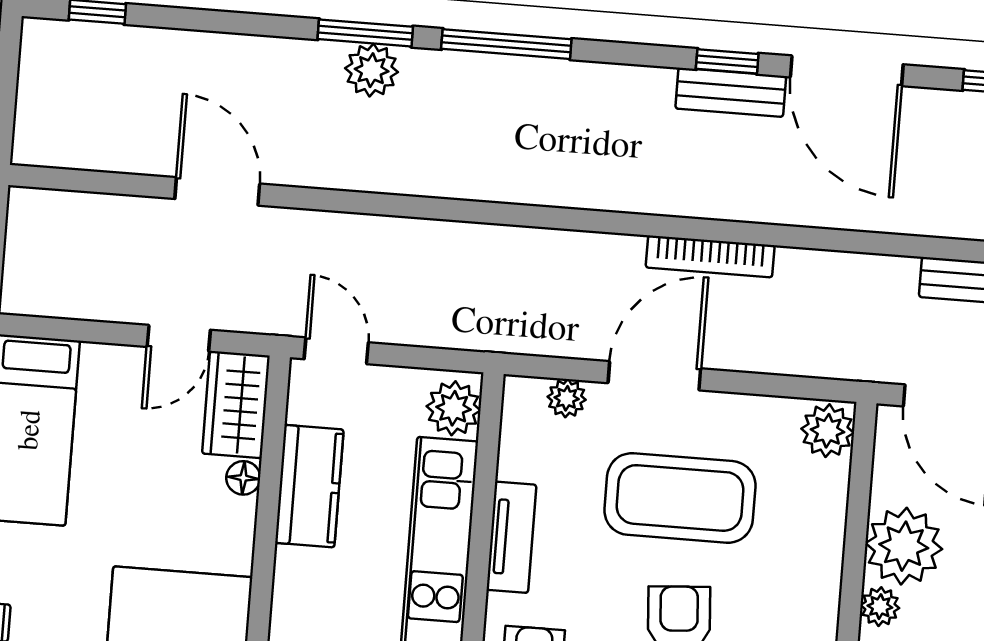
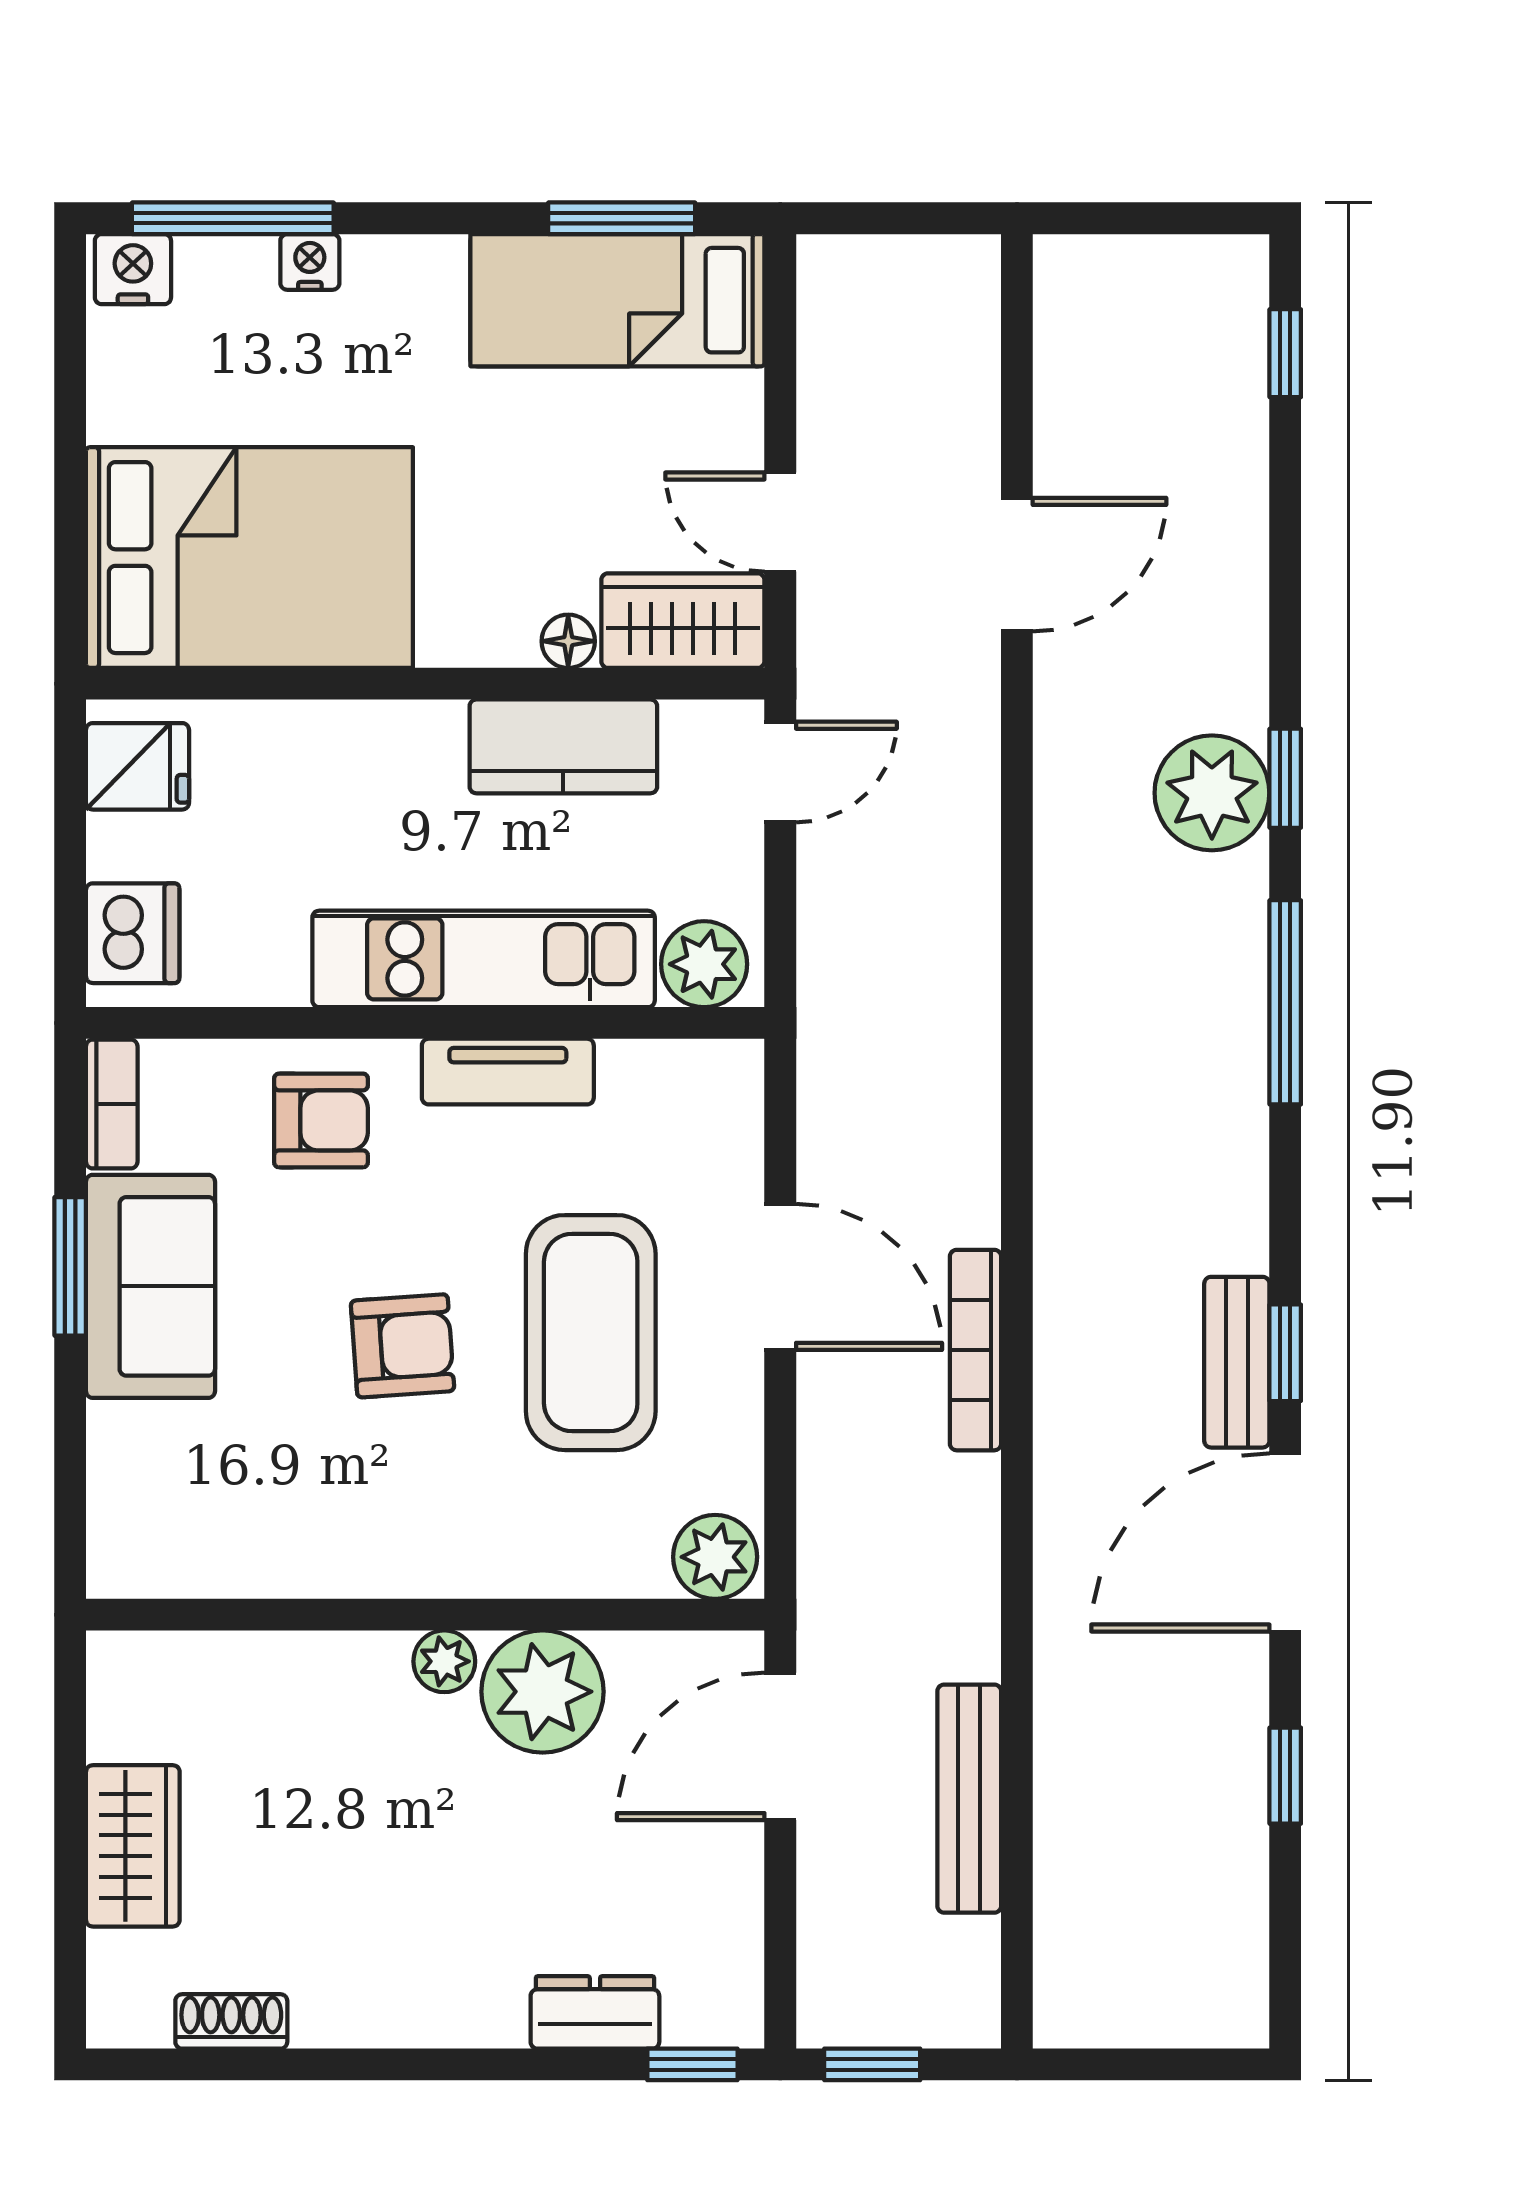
window: (365, 33) -> (1285, 778), width x0.67
plant: (372, 70) -> (1212, 793), width x1.36, depth x1.36
plant: (567, 398) -> (734, 1141), removed

